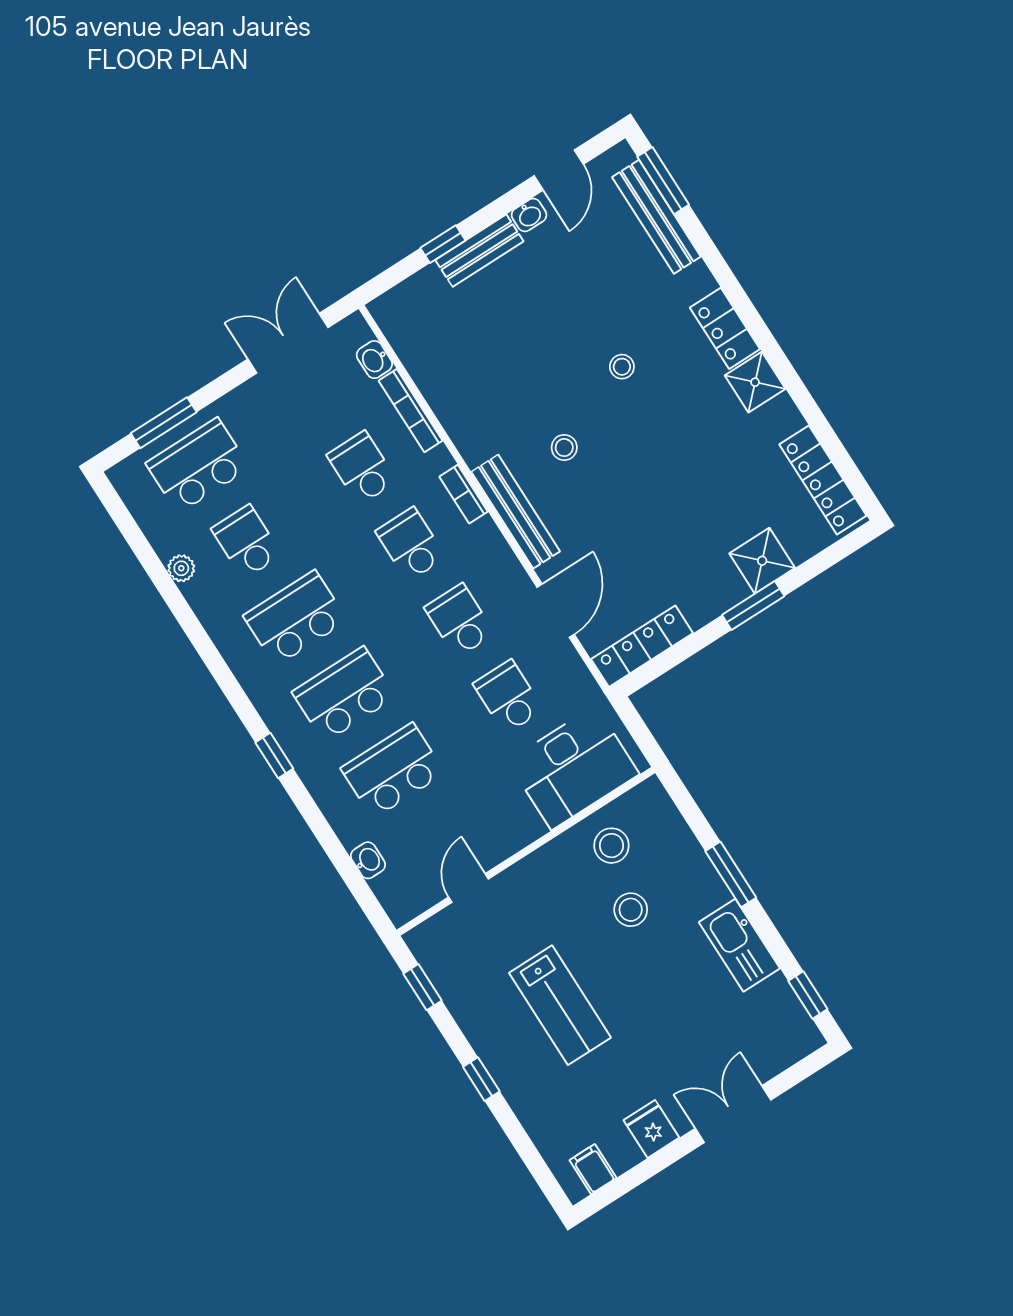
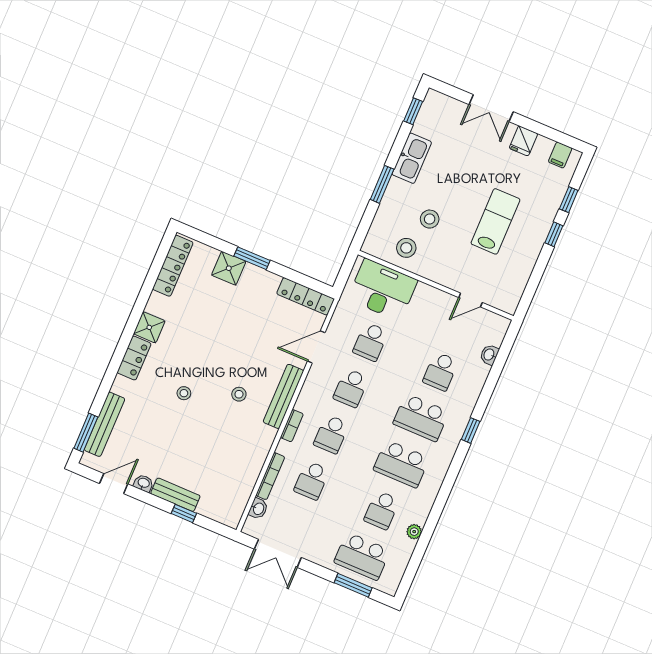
school desk: (393, 771) -> (440, 371), width x0.54
window: (422, 987) -> (569, 200), moved

